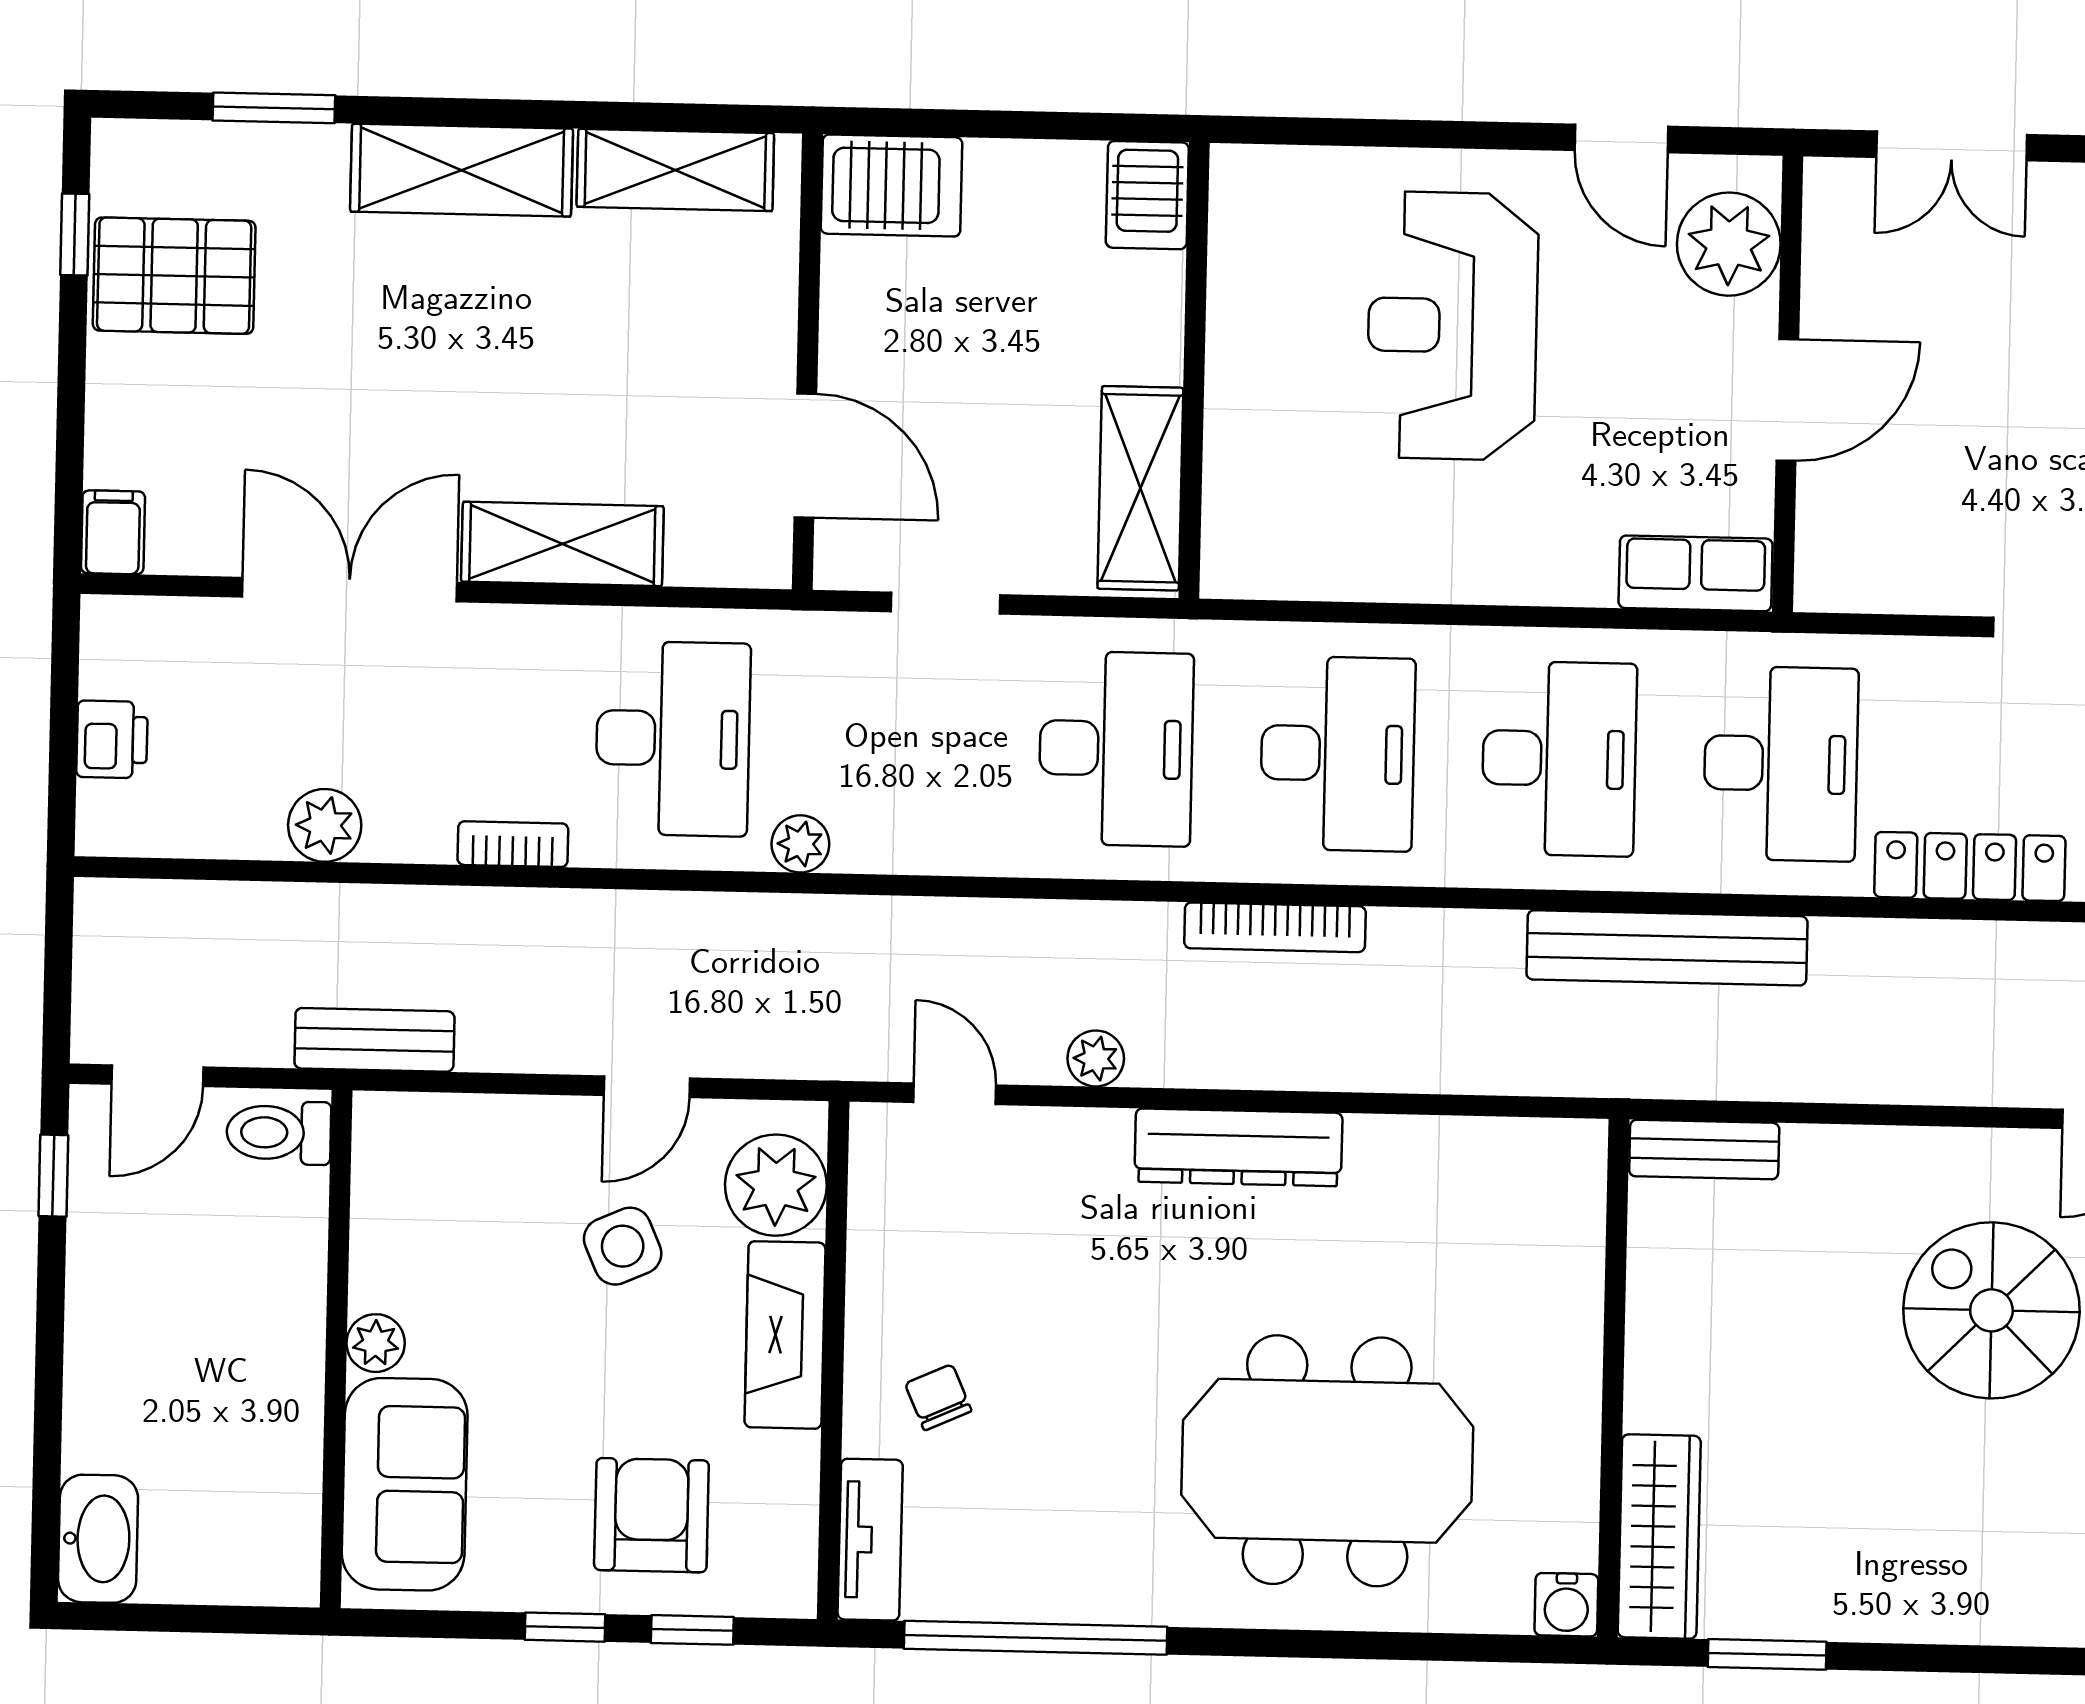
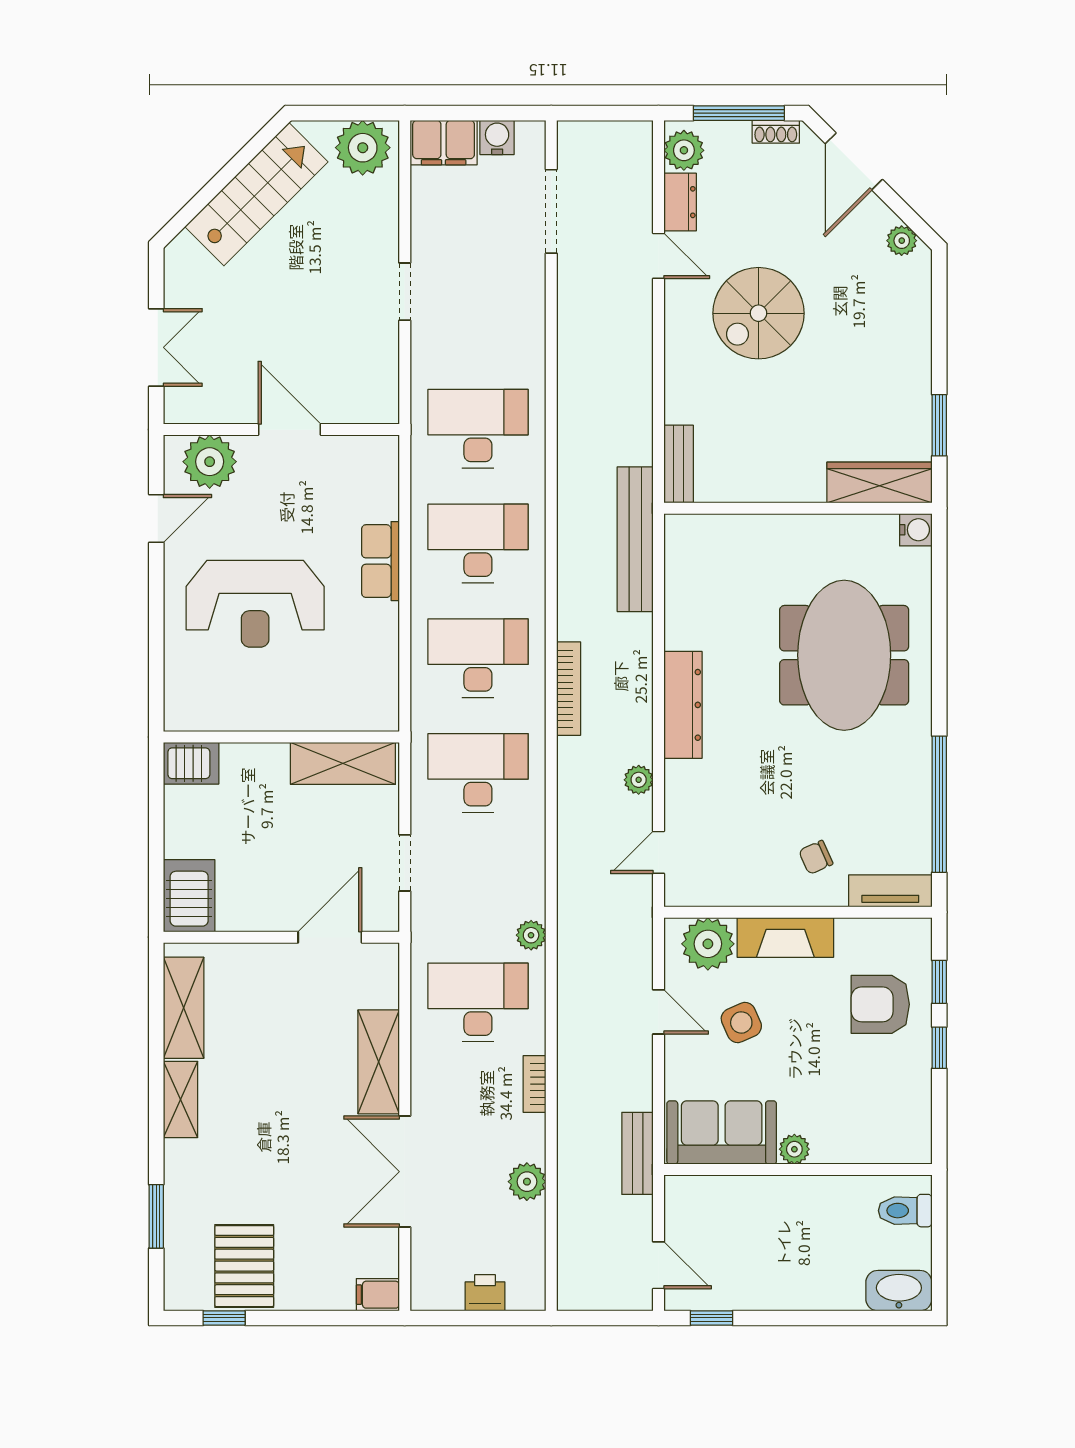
shelving: (462, 170) -> (180, 1099), width x0.67, depth x0.75
row of seats: (1696, 573) -> (380, 561), moved
locker: (1970, 866) -> (529, 330), removed
bench: (1667, 948) -> (635, 539), moved
toilet: (279, 1133) -> (905, 1211), moved, turned 90
sofa: (405, 1484) -> (722, 1133), moved

